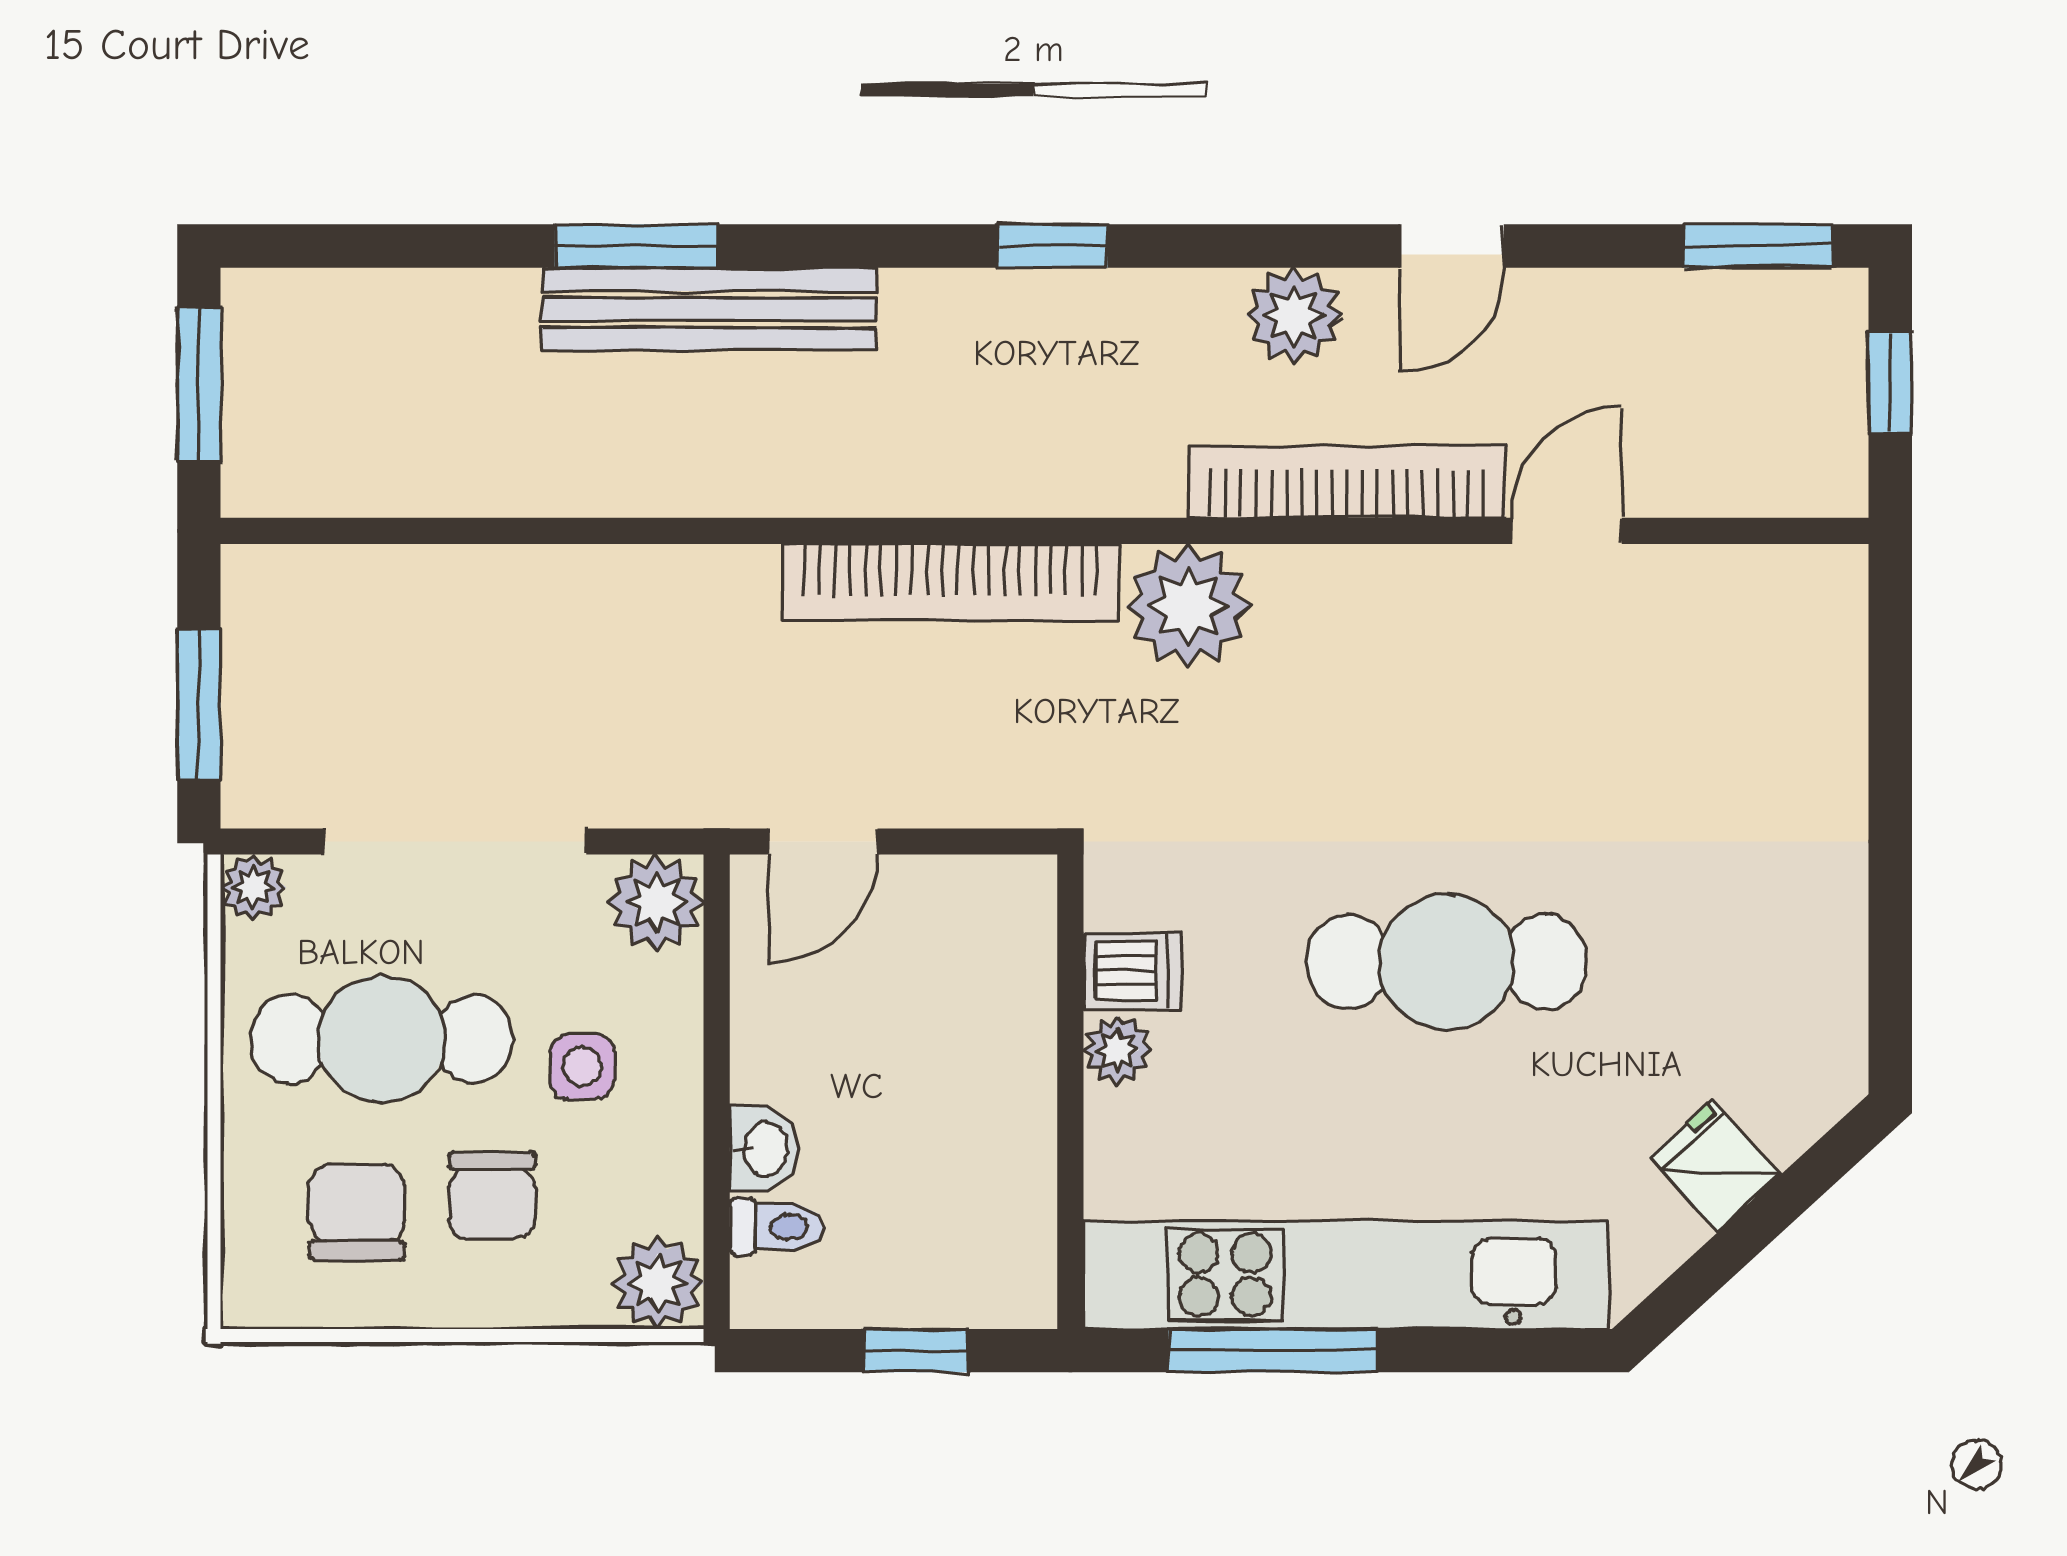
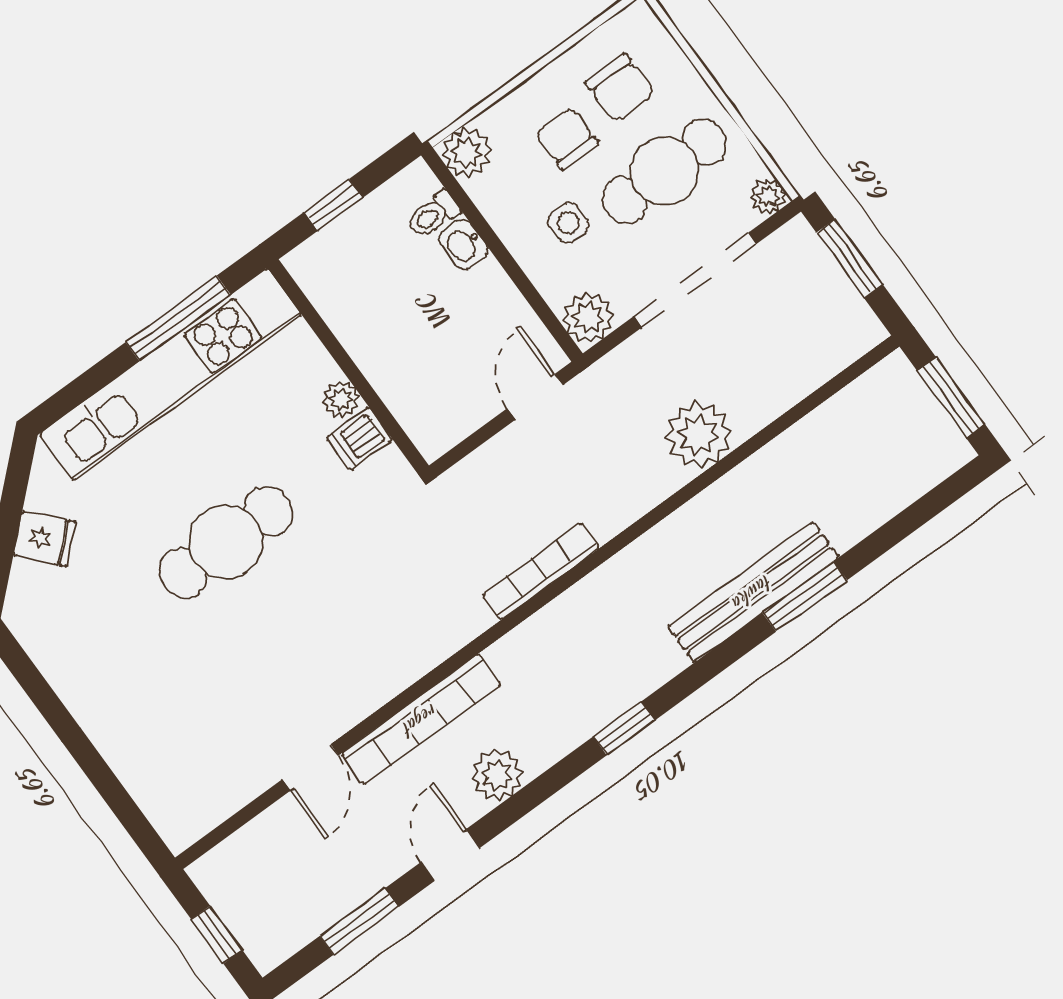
window: (1759, 246) -> (359, 921), moved
bookcase: (951, 582) -> (541, 571), width x0.68, depth x0.76
plant: (1188, 606) -> (698, 435), moved

